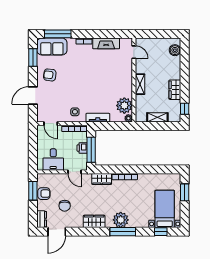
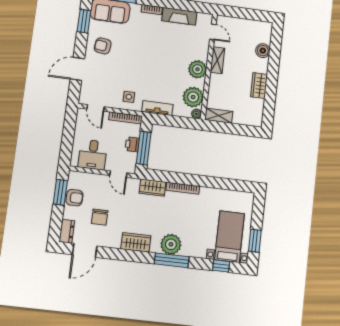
boiler: (175, 50) -> (263, 51), moved
plant: (125, 83) -> (197, 69), added
shelving: (140, 84) -> (217, 60), moved
window: (185, 109) -> (269, 111), removed
shelving: (157, 117) -> (219, 116), moved
window: (185, 192) -> (255, 241), moved

